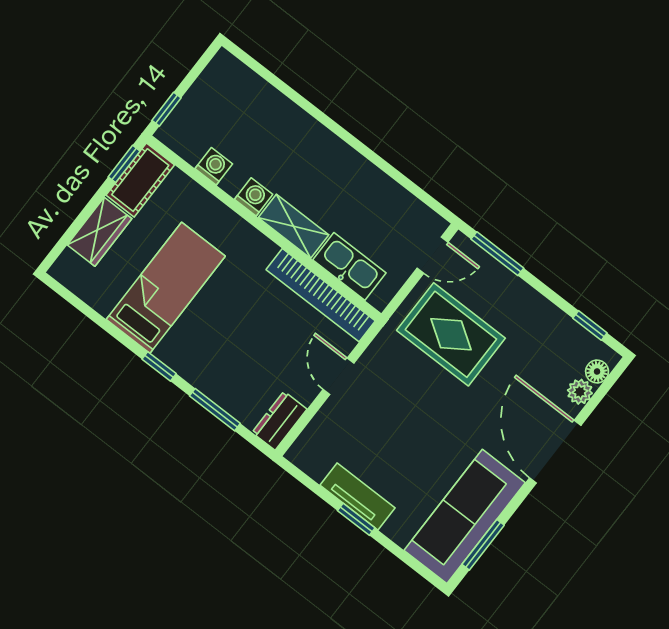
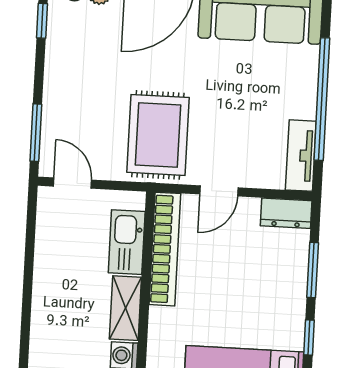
rug: (451, 334) -> (158, 135), moved
tv unit: (357, 496) -> (301, 156), moved
window: (356, 519) -> (322, 99), width x3.17

